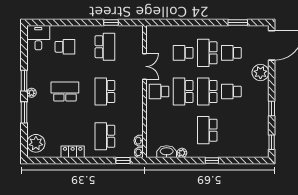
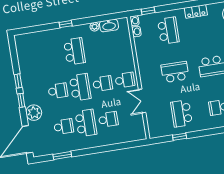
school desk: (105, 91) -> (175, 72), turned -90
school desk: (183, 91) -> (103, 84), width x0.54
window: (272, 142) -> (21, 100), moved

